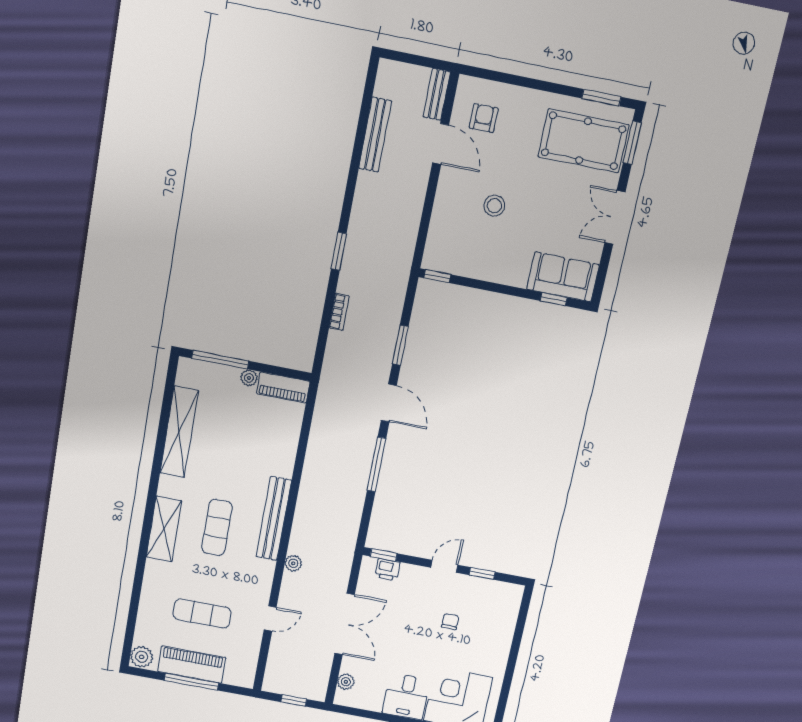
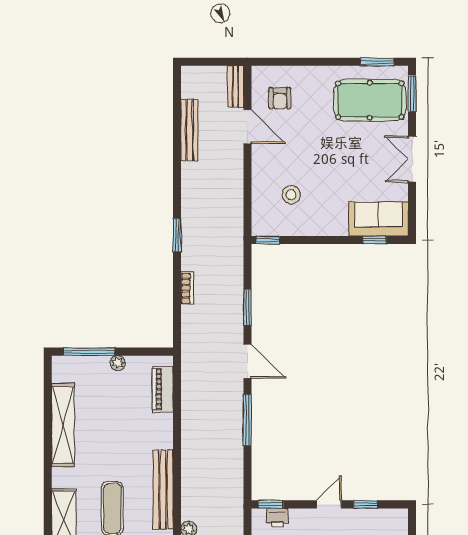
armchair: (484, 118) -> (280, 98), turned 180
stool: (494, 206) -> (291, 195), moved
piano: (283, 388) -> (163, 389), moved, turned 90

